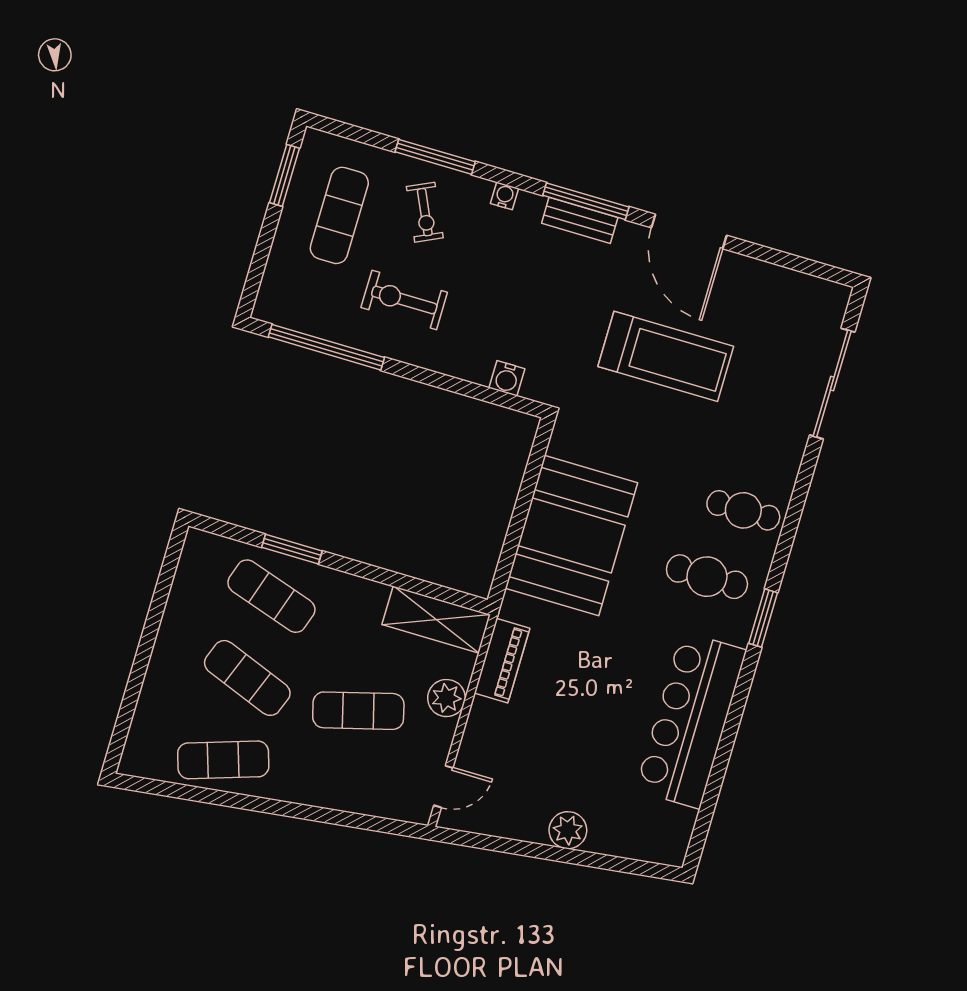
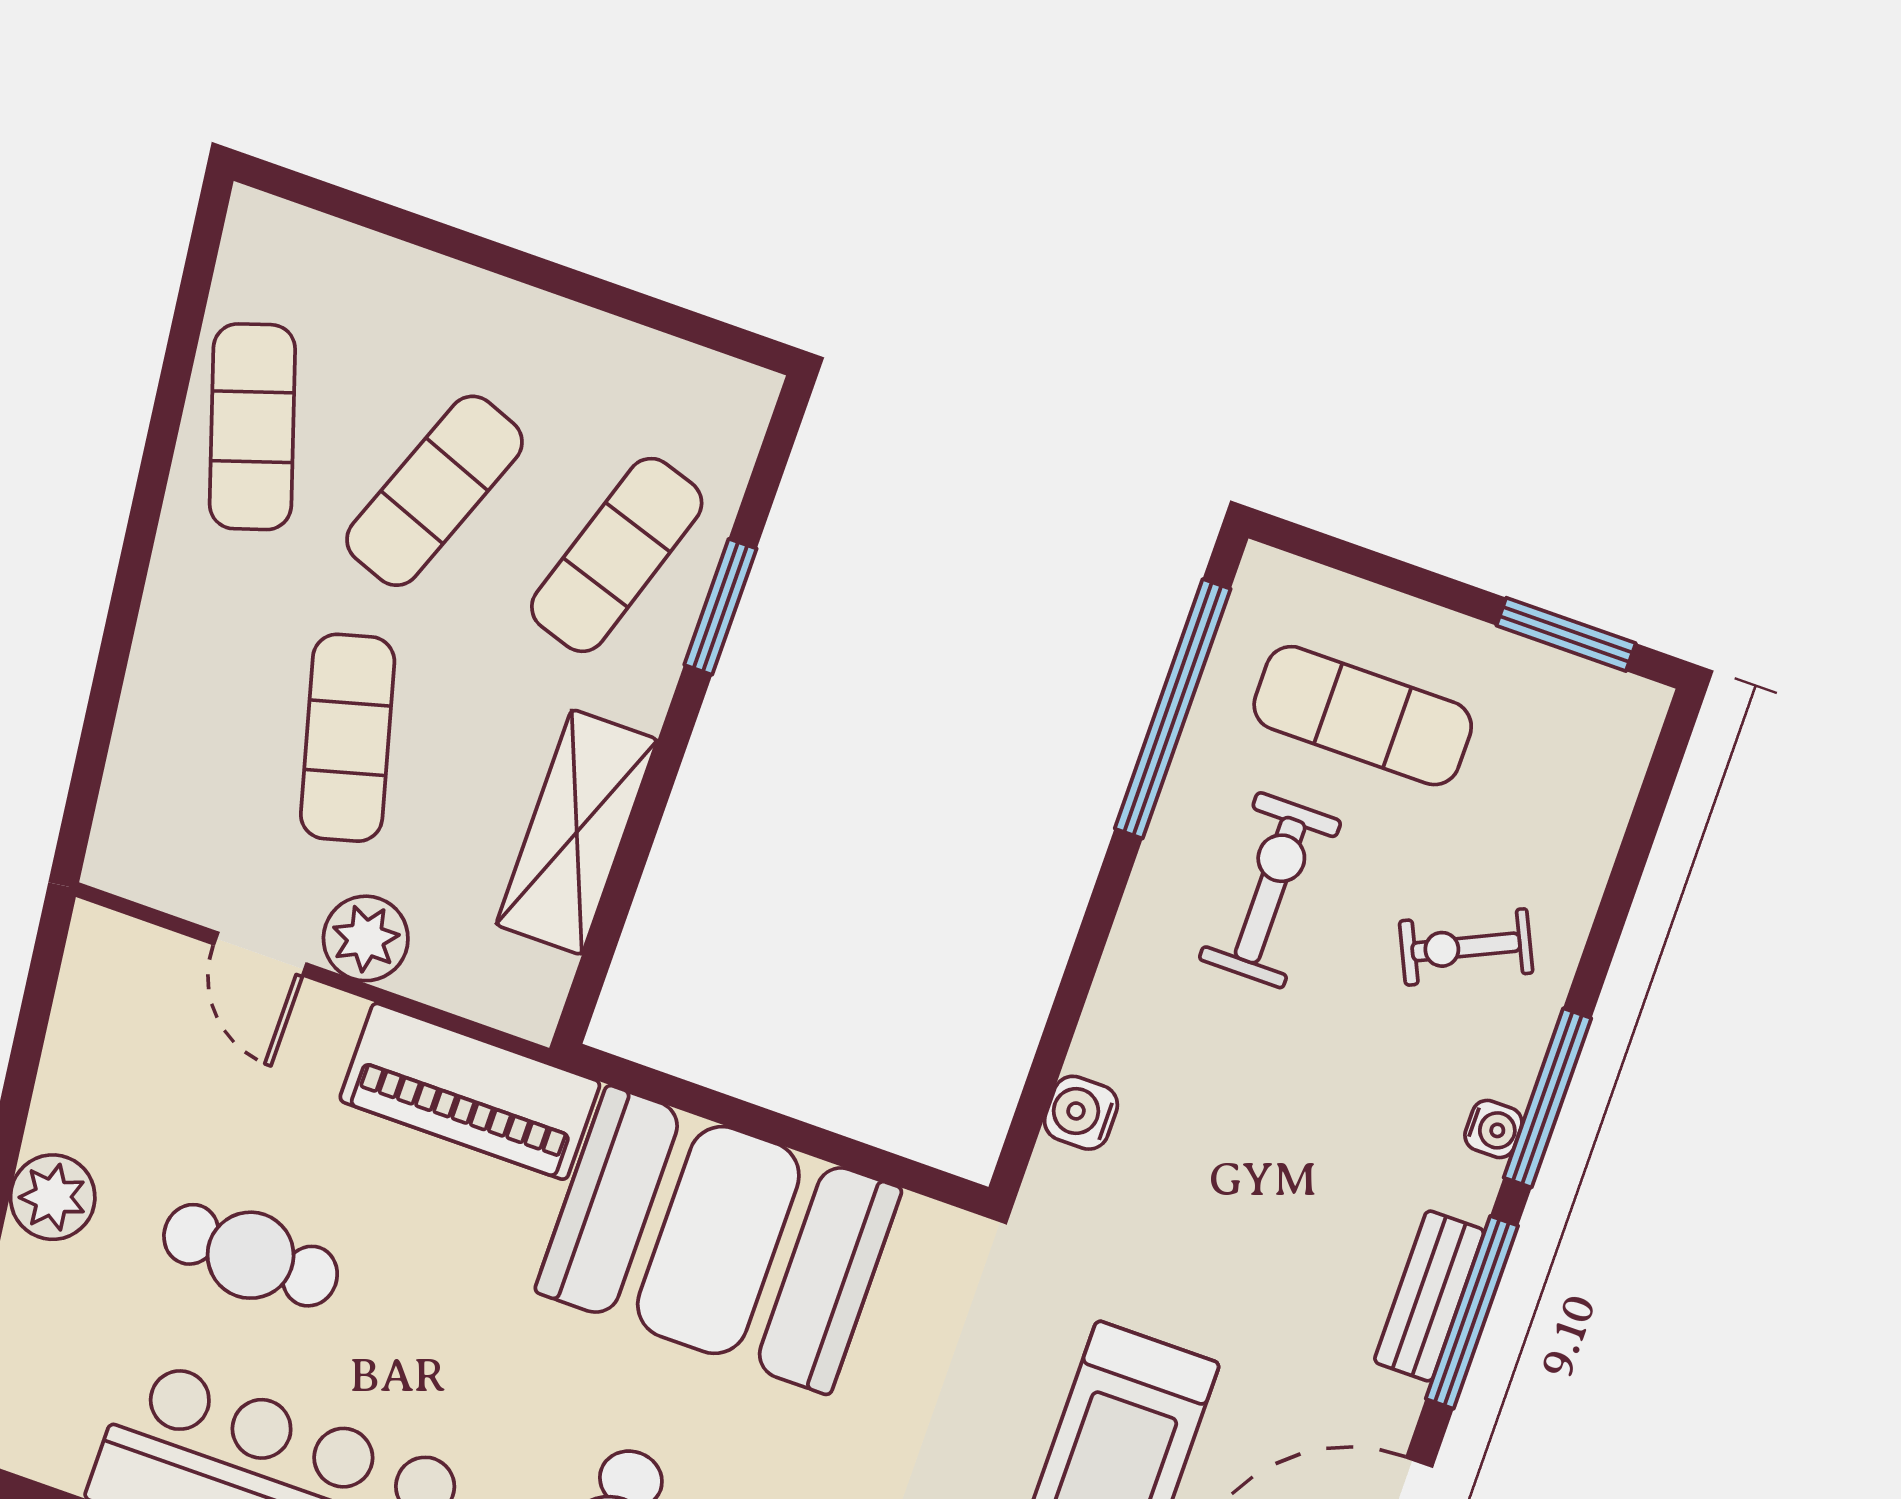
window: (435, 157) -> (1547, 1098), moved
exercise mat: (339, 215) -> (1363, 716), moved
shelving: (436, 620) -> (577, 832), moved
piano: (502, 661) -> (470, 1091), width x1.37, depth x1.33
cafe table: (589, 742) -> (251, 1255), added
door: (443, 787) -> (260, 954), moved

